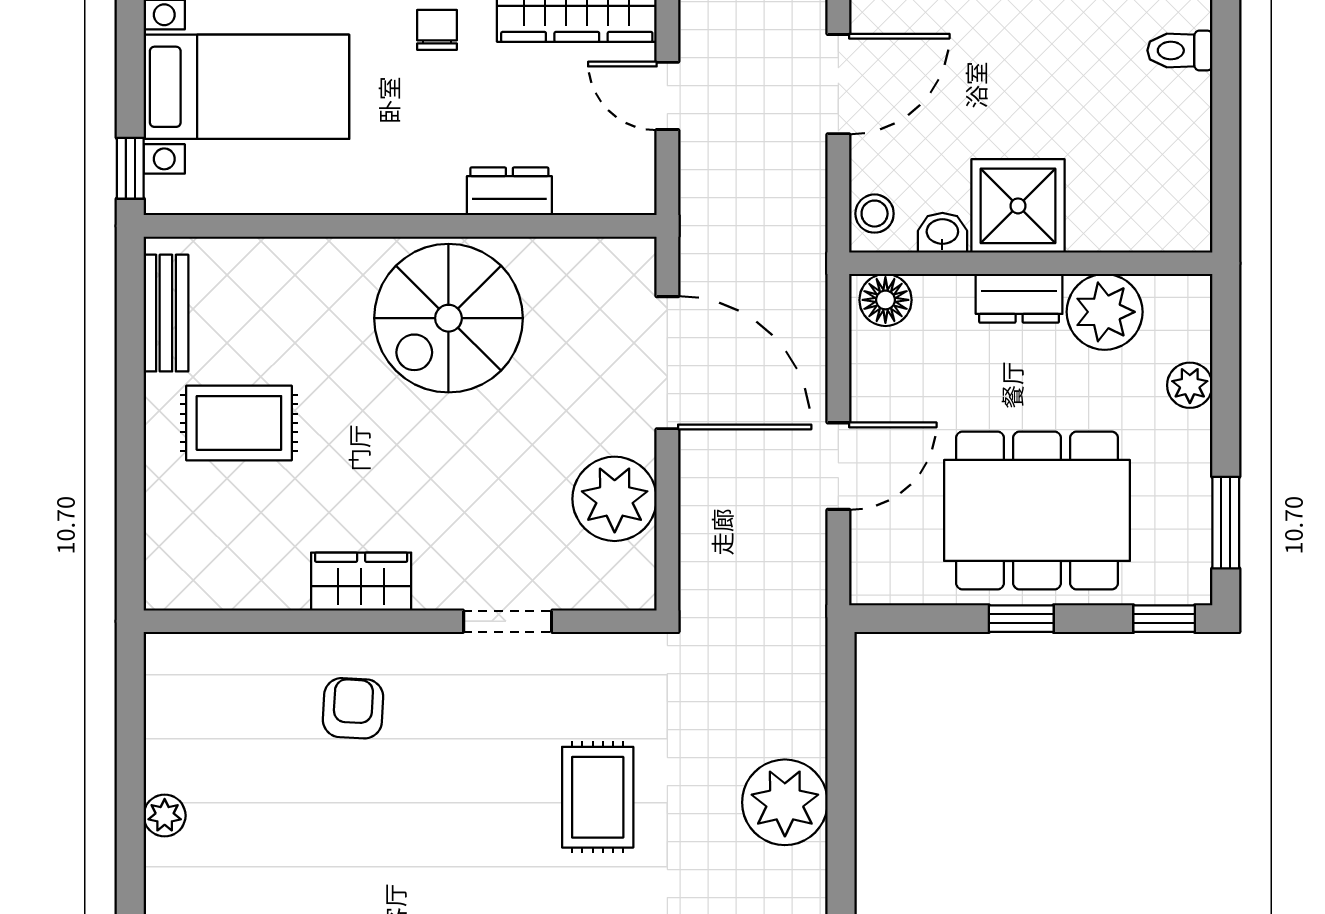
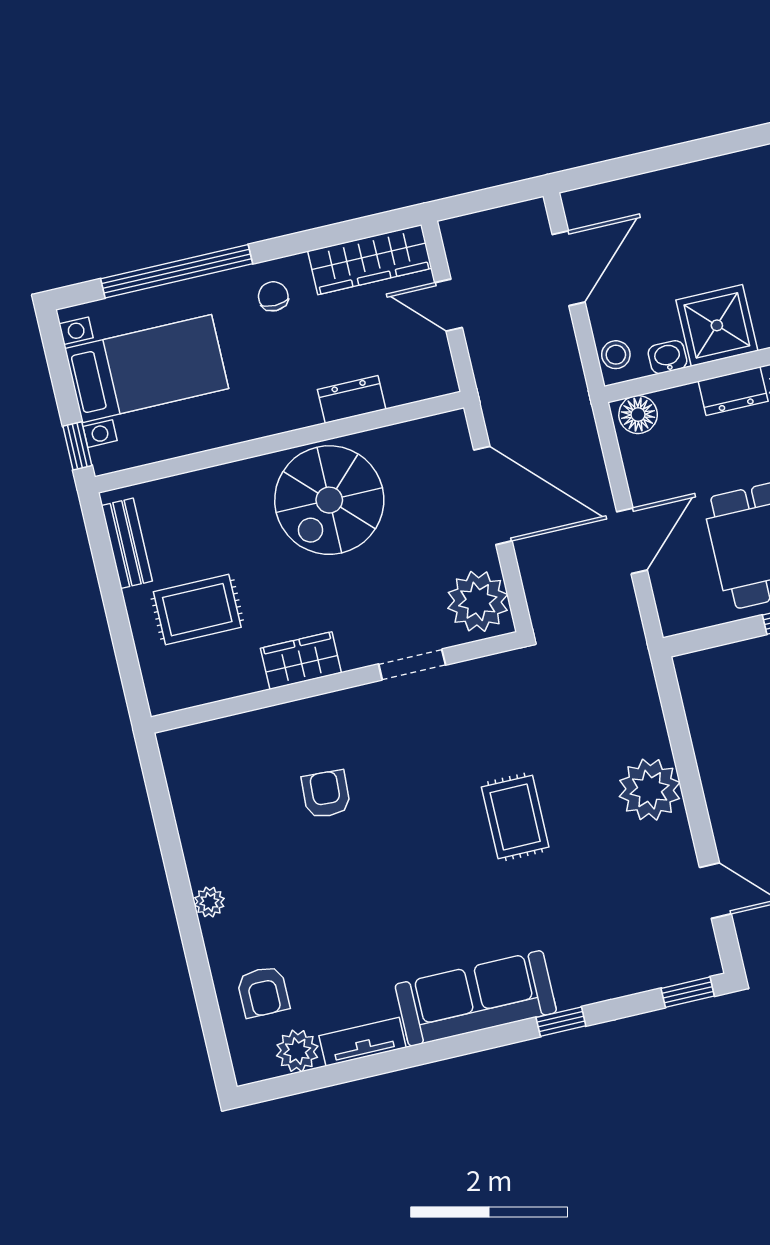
wardrobe: (361, 582) -> (301, 661), moved
wall: (400, 621) -> (335, 682), moved
doorway: (508, 621) -> (412, 665), moved

